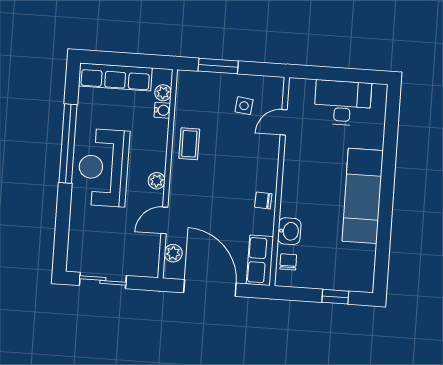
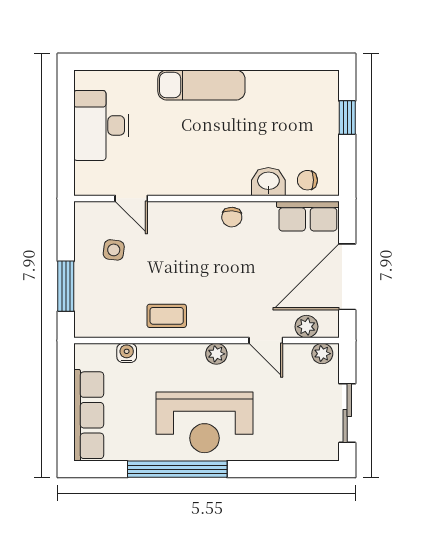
plant: (163, 93) -> (322, 354), moved
exam couch: (363, 196) -> (201, 85), width x0.73, depth x0.69

